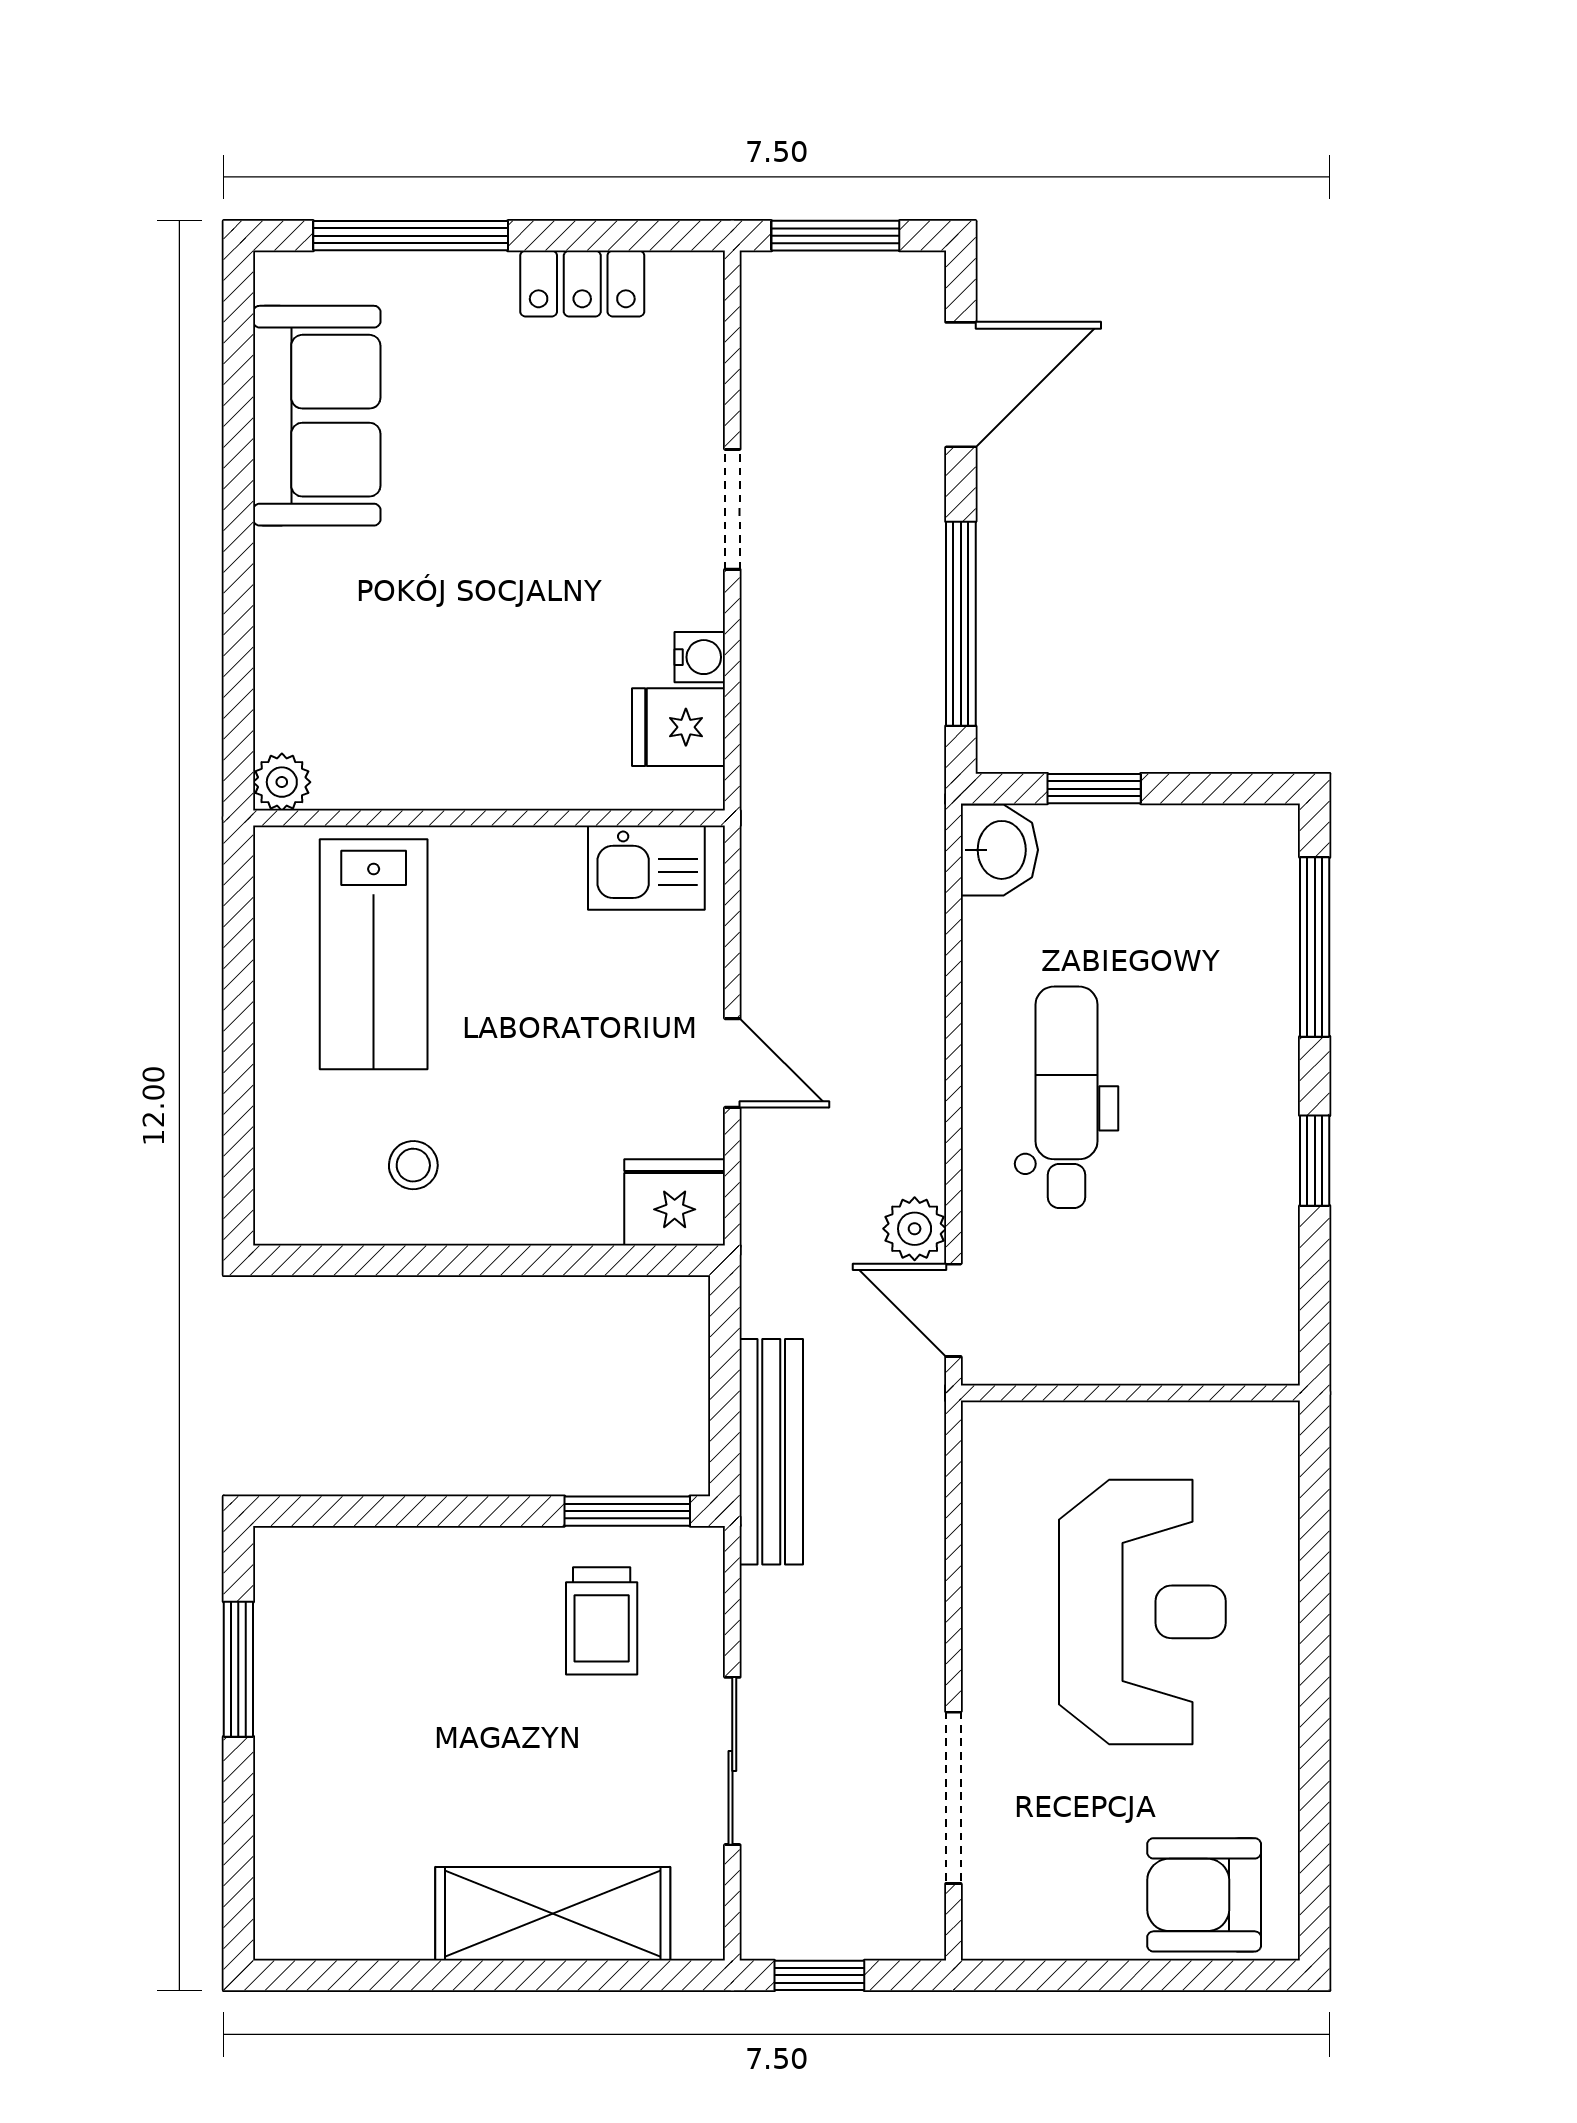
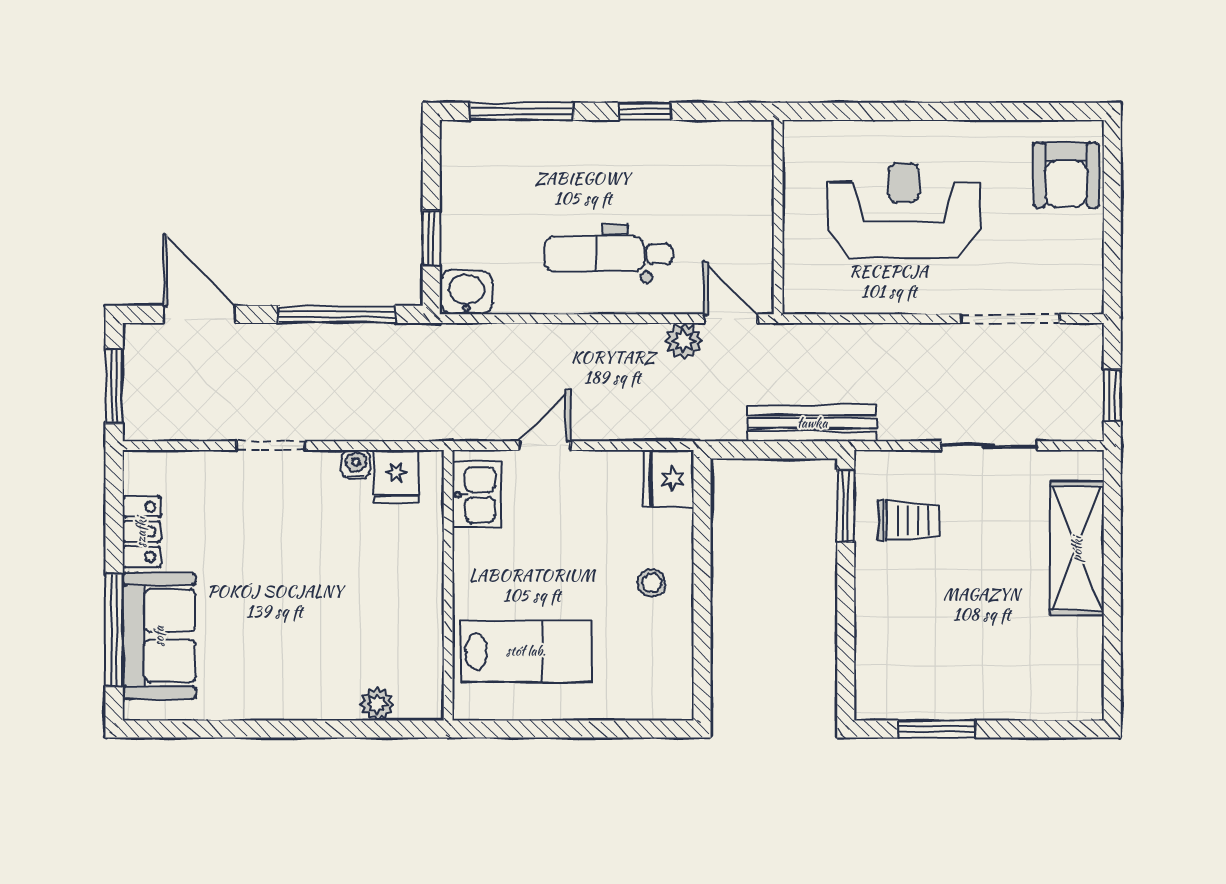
sofa: (317, 416) -> (159, 636), moved, turned 90
plant: (282, 782) -> (377, 704), moved
door: (732, 1063) -> (545, 446), moved
stool: (413, 1165) -> (652, 583), moved
door: (953, 1310) -> (731, 319), swing flipped

